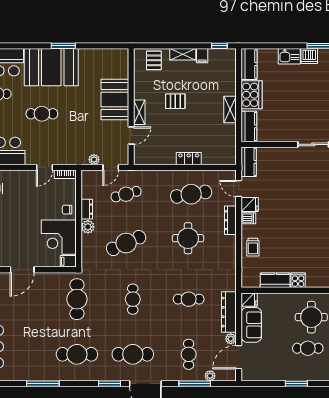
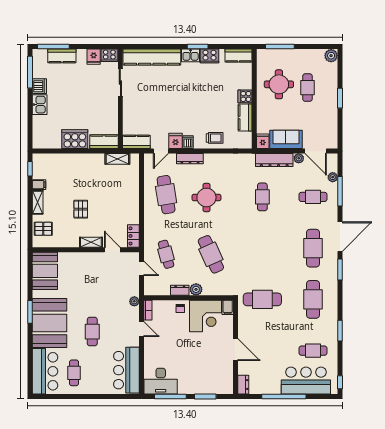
kitchen counter: (249, 64) -> (47, 142), removed
booth: (115, 100) -> (45, 271), moved, turned 90
shelving: (230, 110) -> (117, 159), moved
locker: (189, 159) -> (133, 236), moved
plant: (94, 160) -> (134, 301), moved
cafe table: (133, 299) -> (313, 351), moved
window: (43, 384) -> (340, 331), width x0.69

